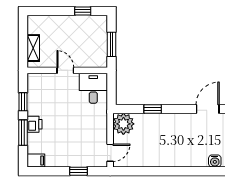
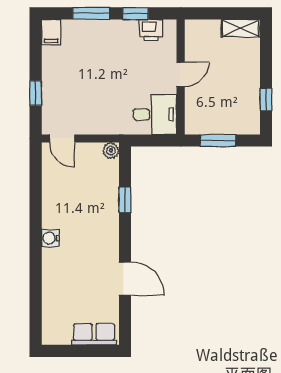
shelving: (33, 48) -> (241, 28), moved
printer: (35, 124) -> (151, 30), moved
plant: (123, 124) -> (111, 151), width x0.53, depth x0.53
water cooler: (215, 161) -> (50, 238), moved

